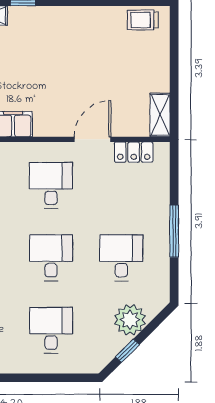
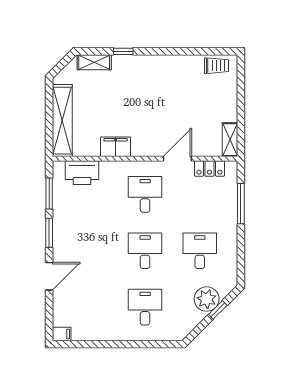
trolley: (143, 20) -> (216, 66), turned 180
window: (174, 231) -> (241, 204), moved
window: (127, 351) -> (218, 310), moved

